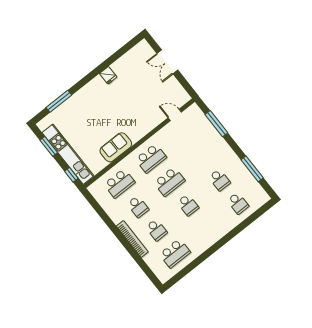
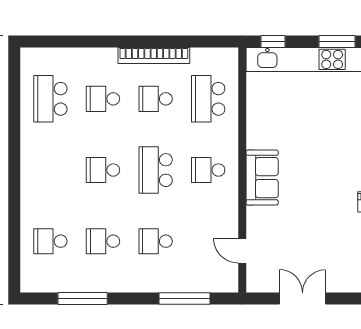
double door: (167, 62) -> (303, 299), moved
door: (175, 115) -> (242, 251), swing flipped
sofa: (116, 147) -> (262, 178), moved
school desk: (201, 157) -> (156, 241), added
school desk: (151, 158) -> (208, 170), width x0.54
bookcase: (132, 239) -> (154, 55), moved

